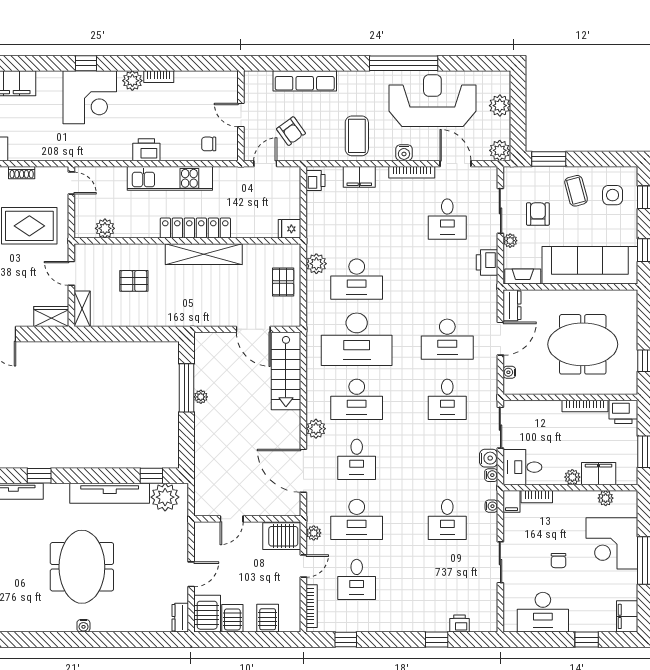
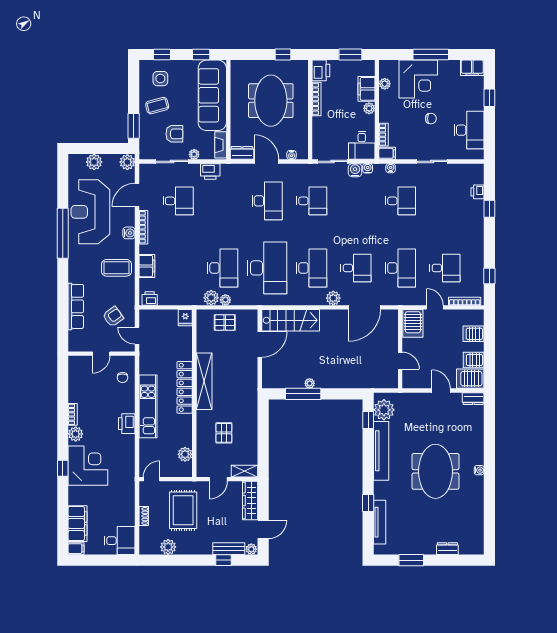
armchair: (538, 214) -> (174, 134), turned 180
wardrobe: (51, 316) -> (250, 501), width x1.50
plant: (314, 533) -> (225, 300), moved
meeting table: (82, 567) -> (435, 471), turned 90

